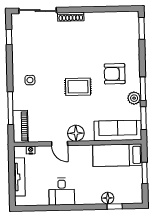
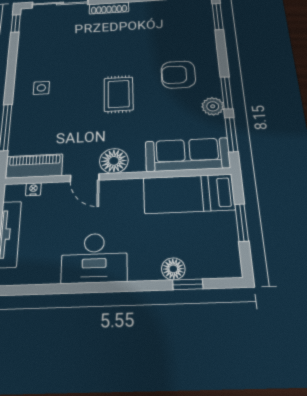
window: (9, 37) -> (16, 24), moved
rug: (78, 87) -> (119, 94), turned 90
piano: (20, 126) -> (34, 166), moved, turned -90
desk: (62, 191) -> (94, 258), width x1.37

